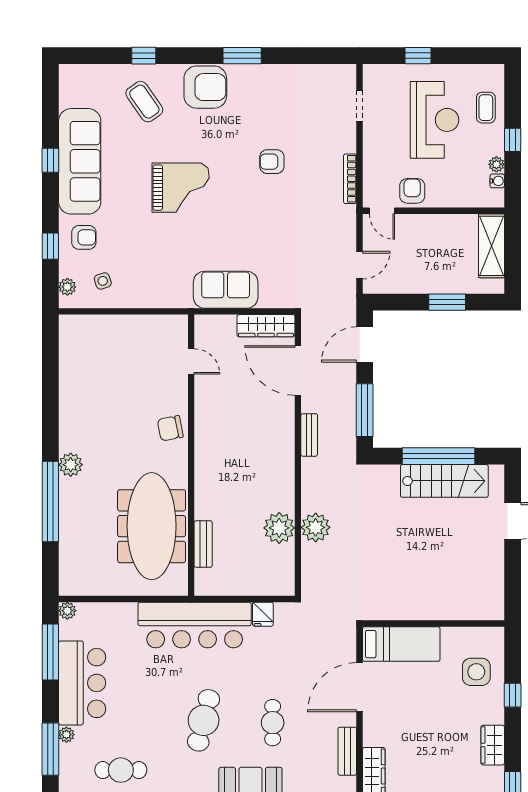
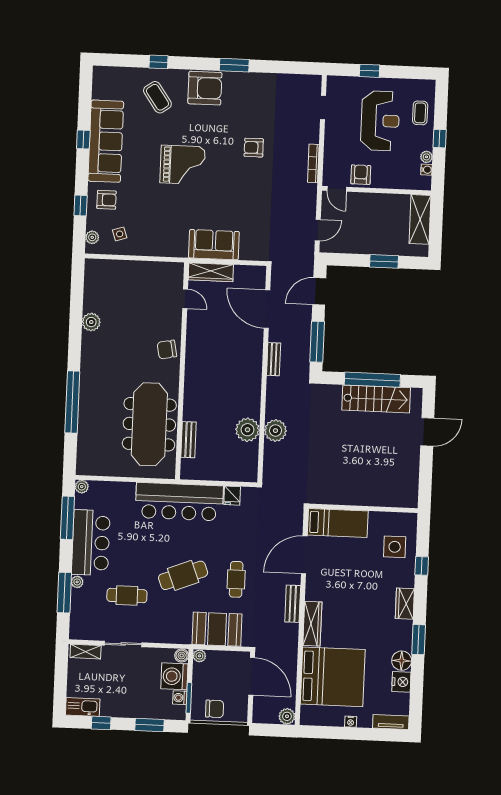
wardrobe: (266, 326) -> (211, 272), moved
plant: (71, 465) -> (91, 322), moved
cafe table: (204, 720) -> (183, 575), turned 55
cafe table: (121, 770) -> (127, 596), moved

